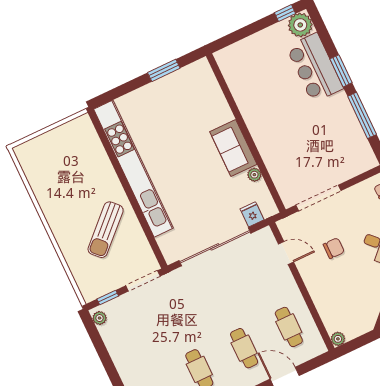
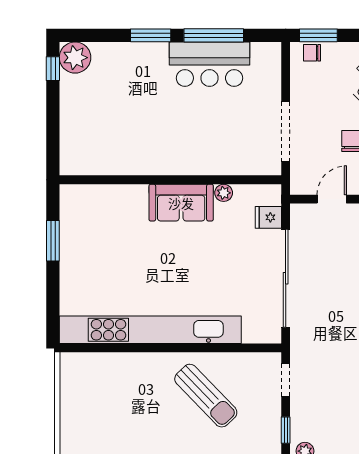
bar counter: (315, 68) -> (209, 64), moved
doorway: (143, 281) -> (286, 380), width x0.73

